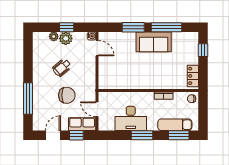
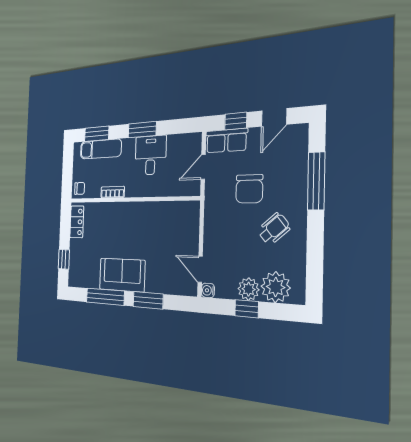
plant: (54, 36) -> (276, 287), width x1.87, depth x1.87
wheelchair: (62, 68) -> (274, 229), moved
chair: (67, 95) -> (249, 189), turned -90
door: (97, 109) -> (203, 167), swing flipped
desk: (131, 118) -> (151, 155), width x0.73

